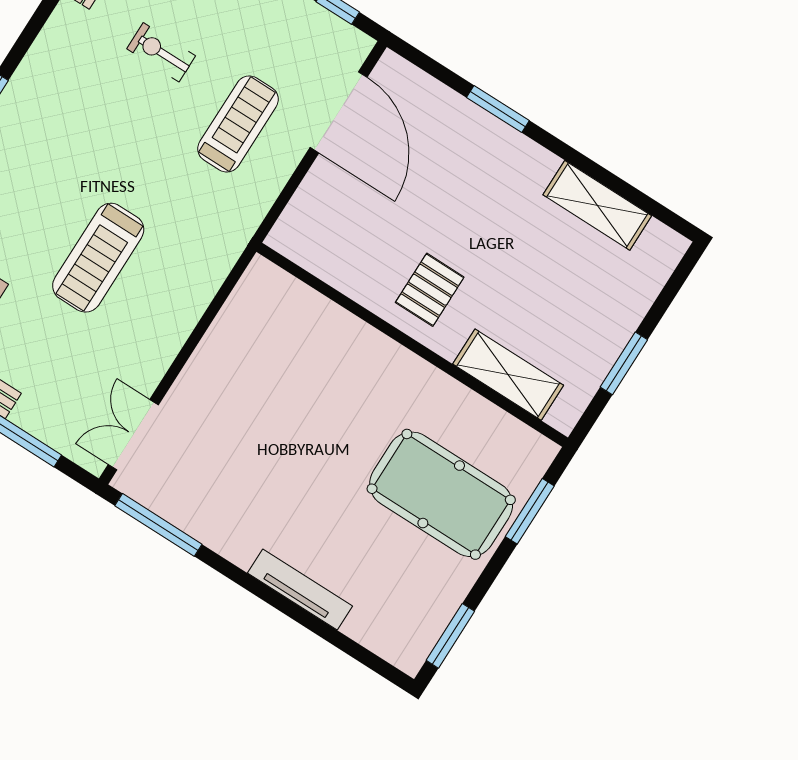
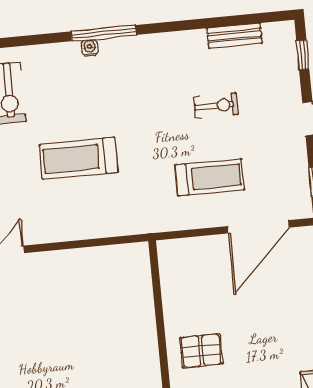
exercise bike: (161, 52) -> (216, 106), turned 90

